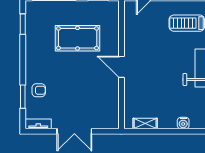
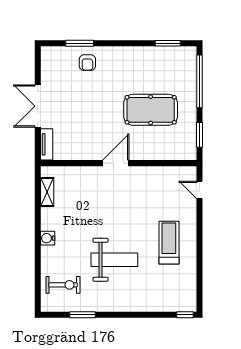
pool table: (78, 38) -> (151, 110), turned 90
tv unit: (38, 124) -> (47, 144), moved

